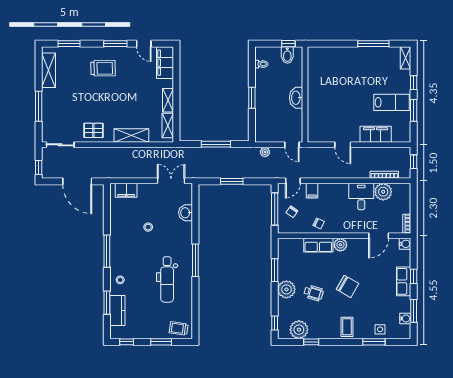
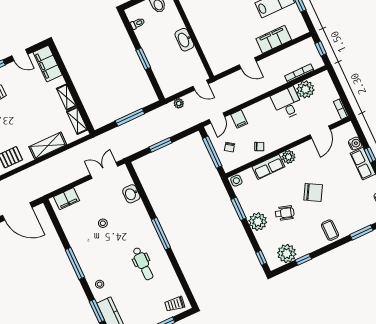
water cooler: (405, 244) -> (355, 144), moved
dental chair: (167, 279) -> (143, 264), width x0.73, depth x0.72
side table: (380, 329) -> (236, 181), moved

